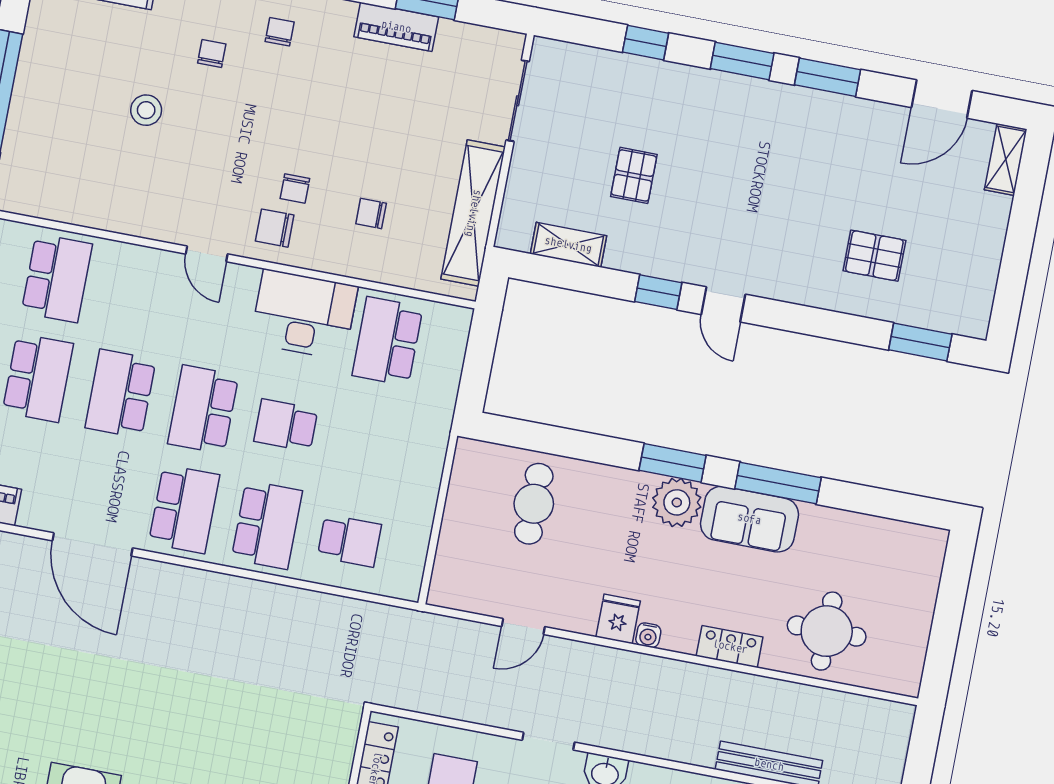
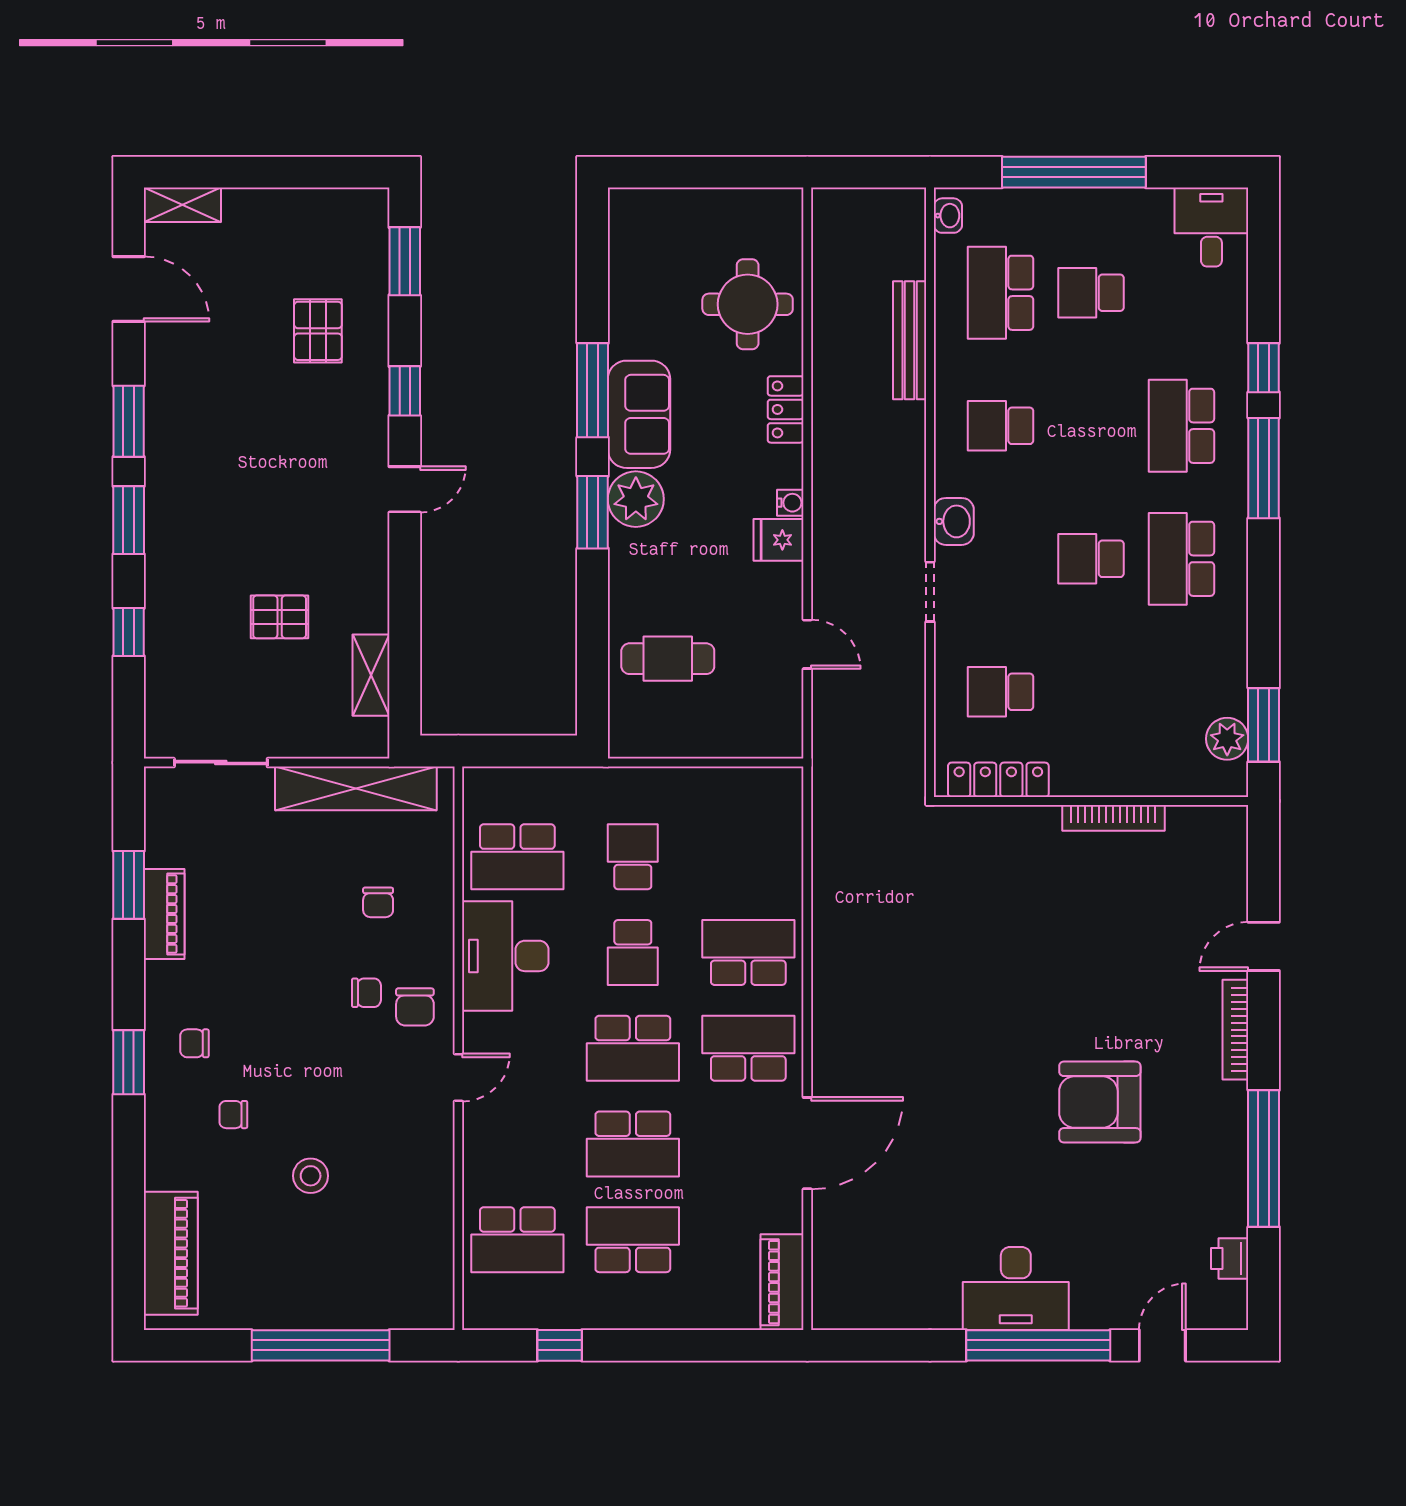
school desk: (57, 278) -> (517, 1240), turned 180
window: (658, 292) -> (405, 391), moved
school desk: (349, 541) -> (633, 857), moved

